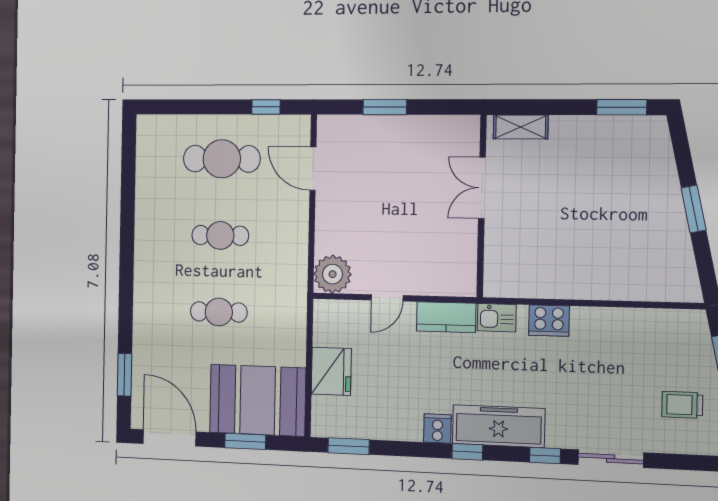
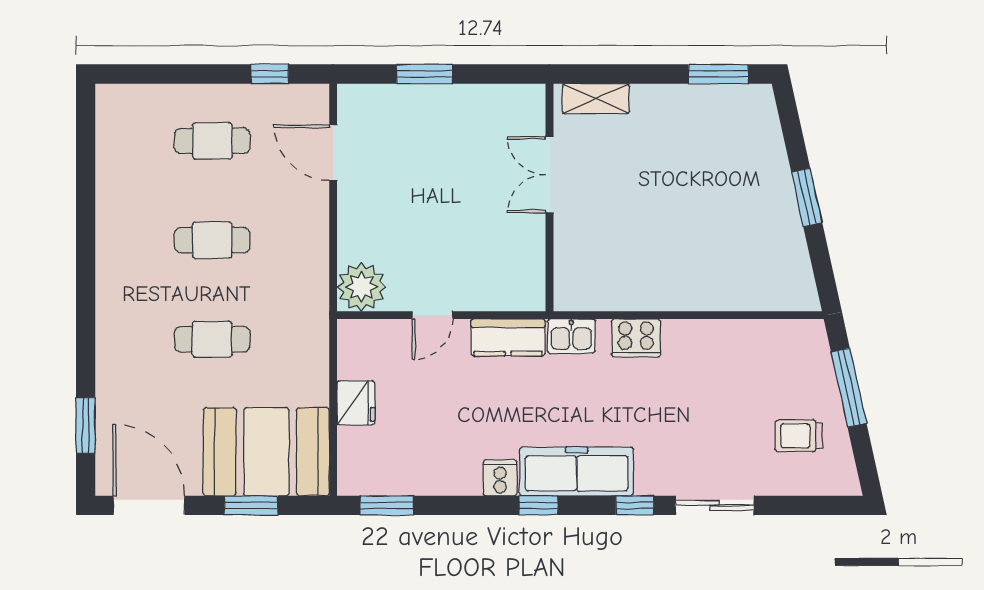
cafe table: (222, 159) -> (212, 141), width x0.73, depth x0.74
fridge: (331, 371) -> (356, 403), width x0.73, depth x0.75

